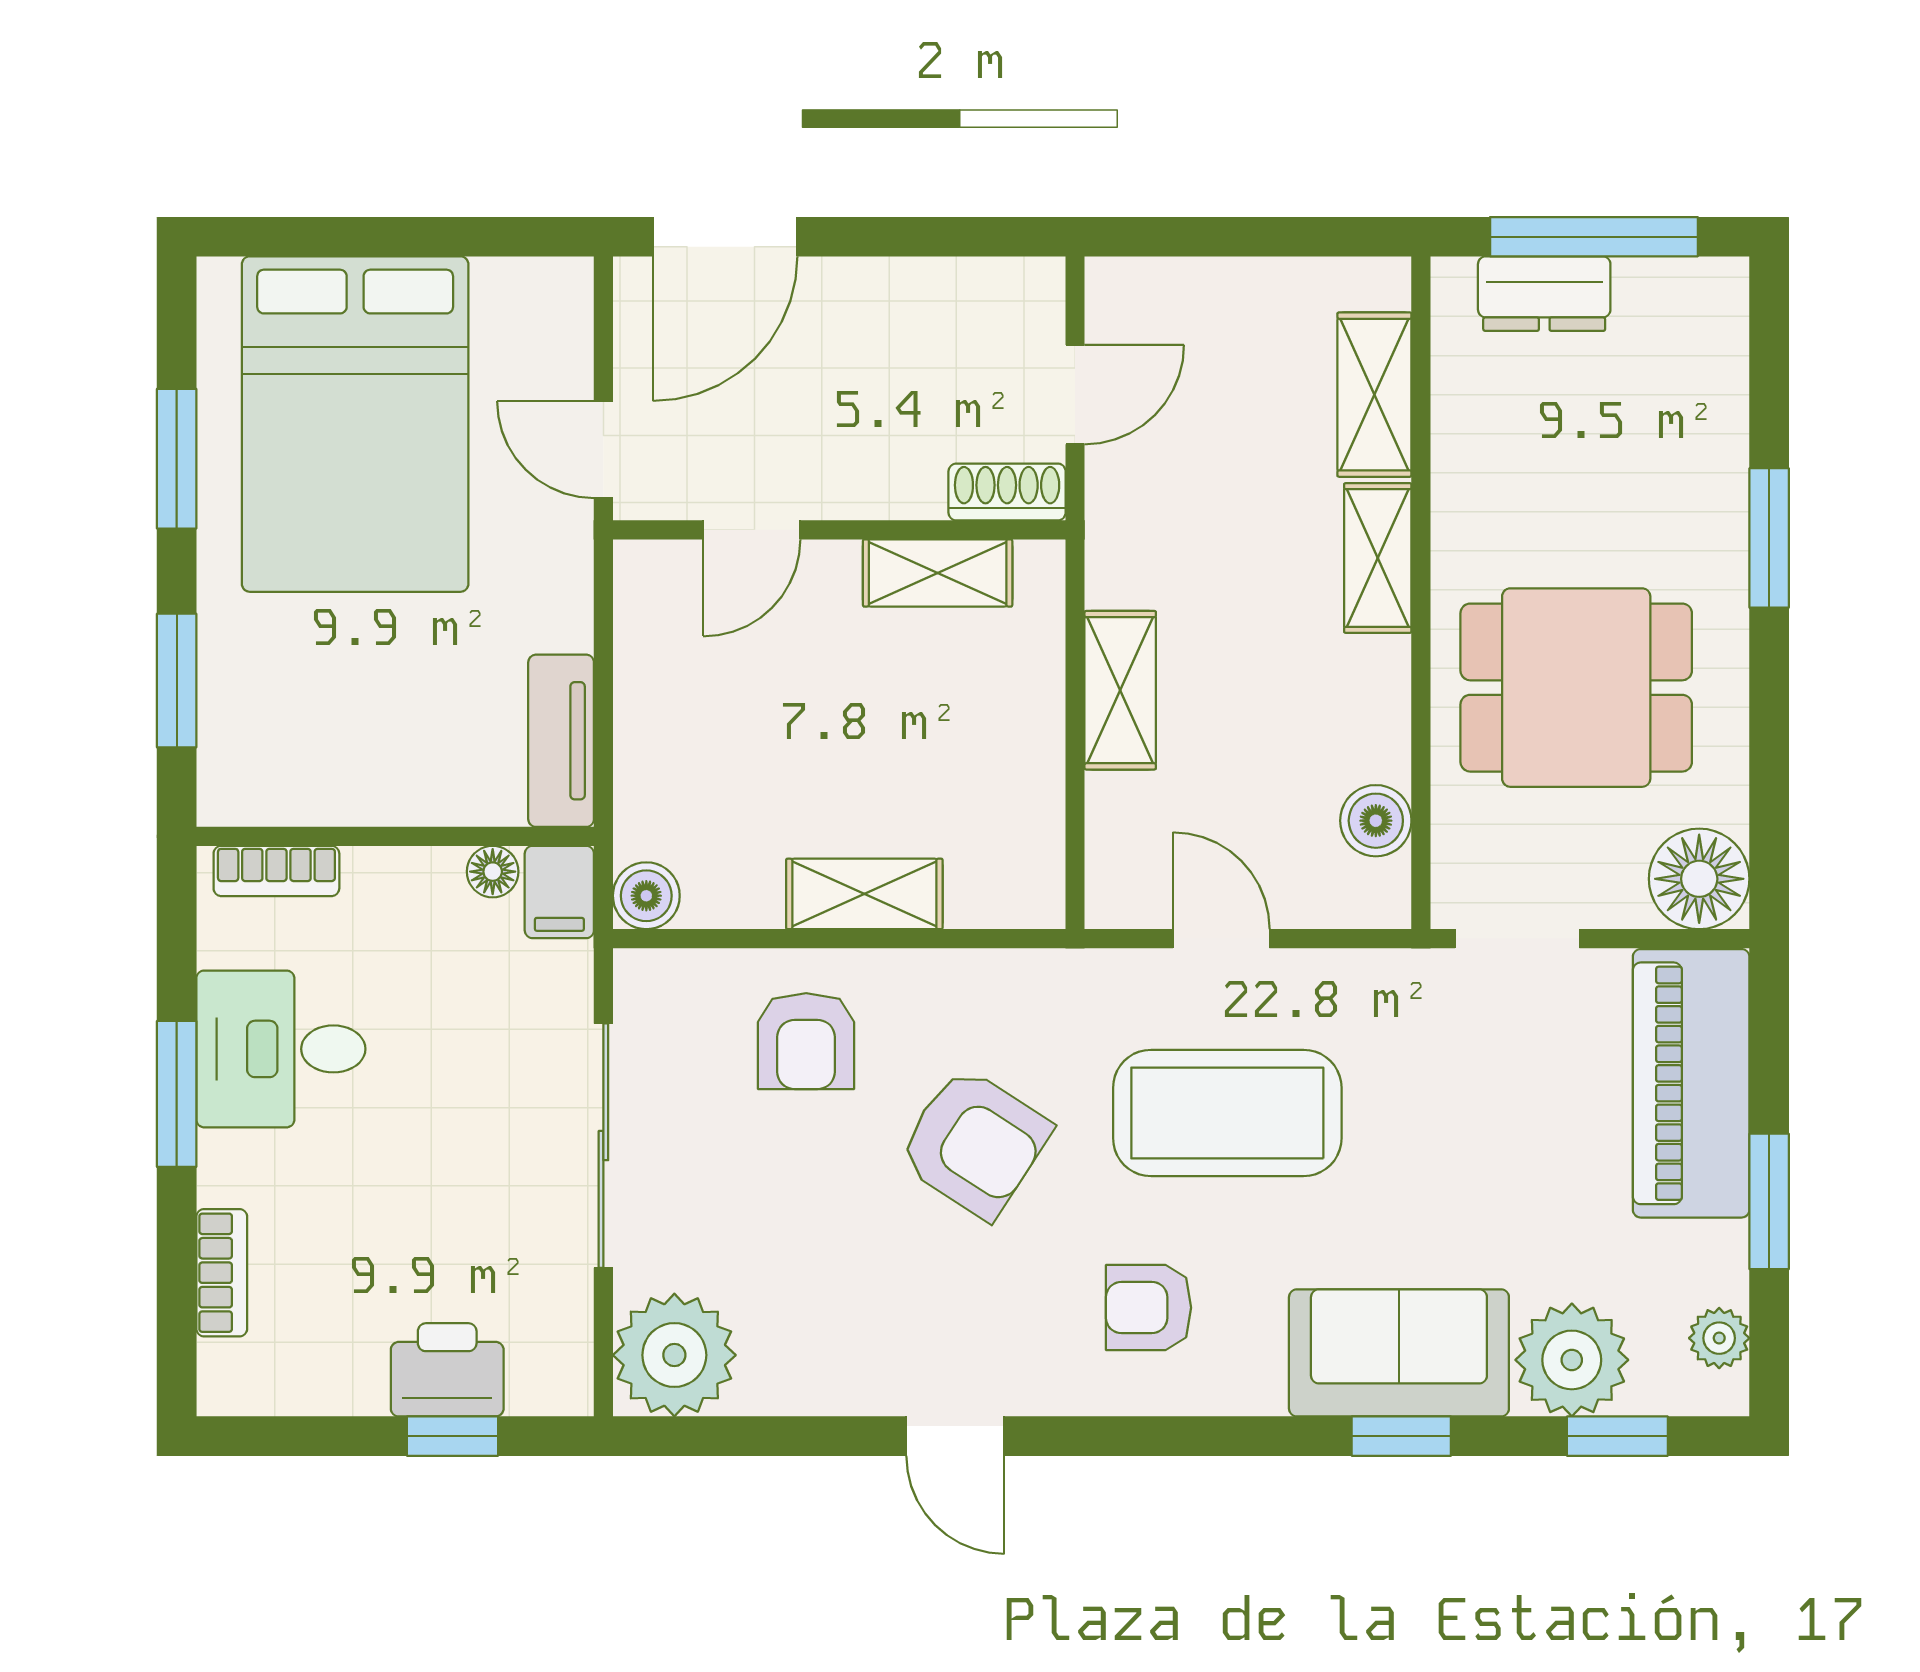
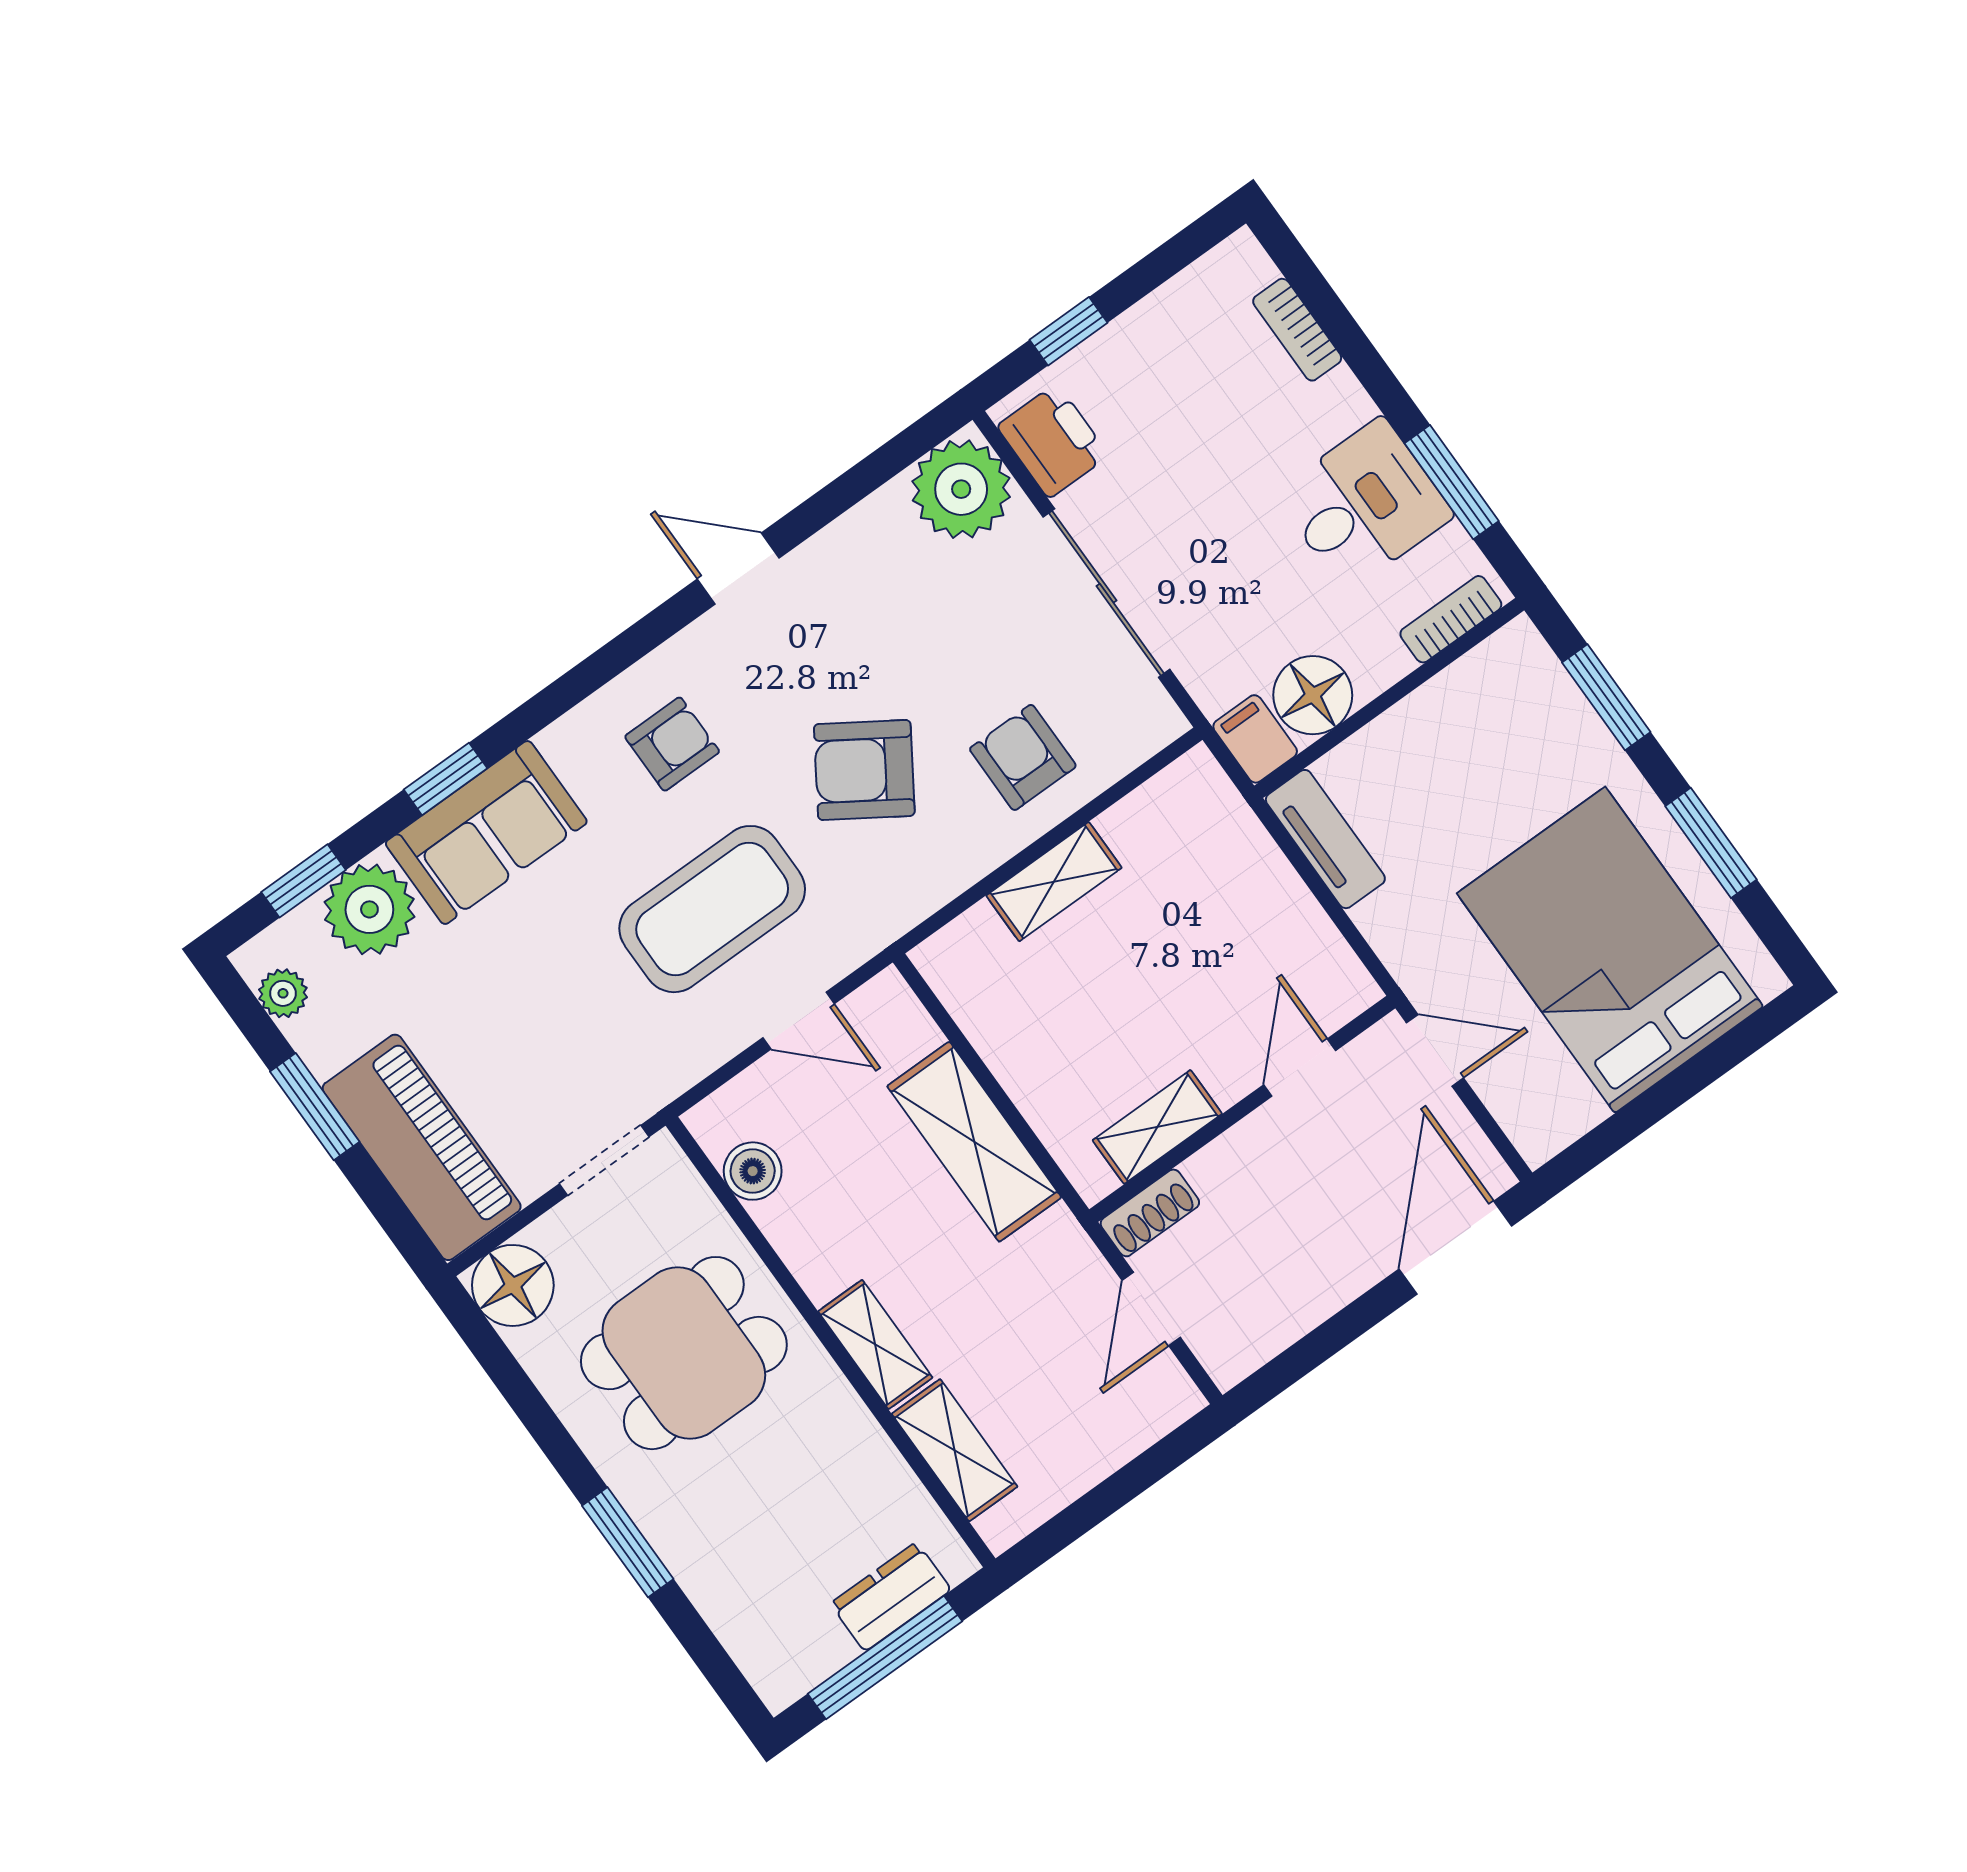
shelving: (1120, 690) -> (974, 1142), width x1.50, depth x1.33
floor lamp: (493, 872) -> (1313, 695), width x1.89, depth x1.89
boiler: (646, 896) -> (1196, 778), removed
window: (177, 1094) -> (1452, 482), moved
printer: (447, 1370) -> (1053, 441), moved, turned -90

